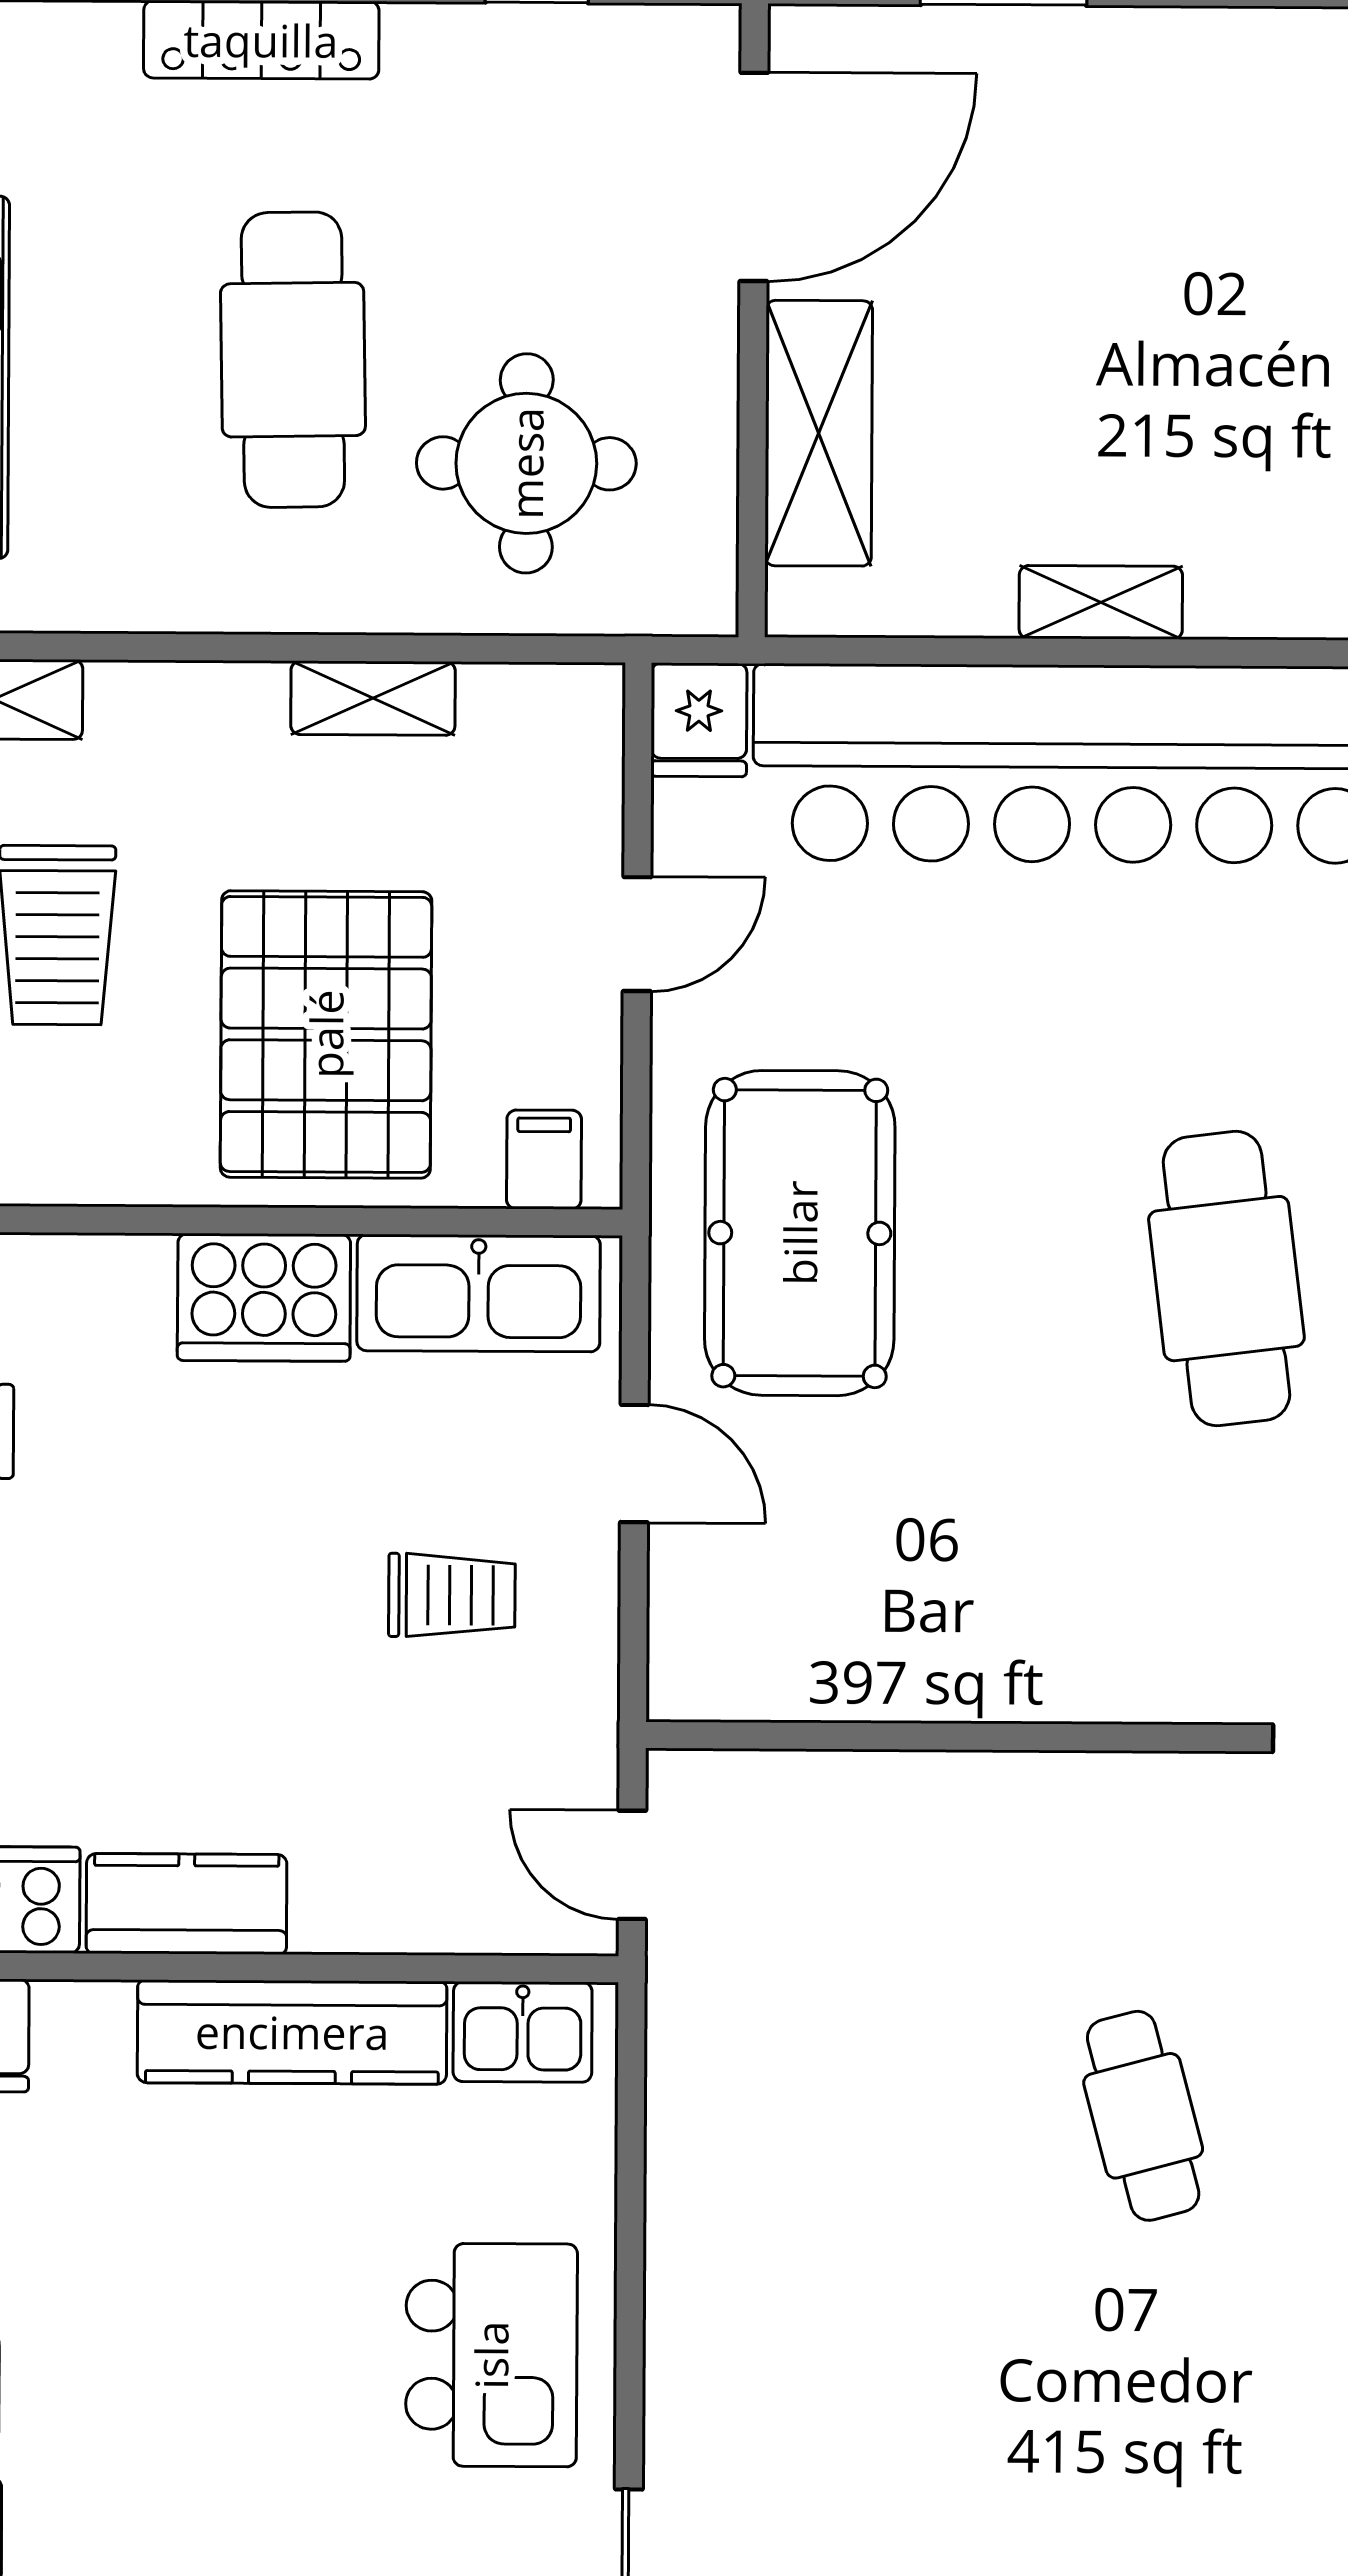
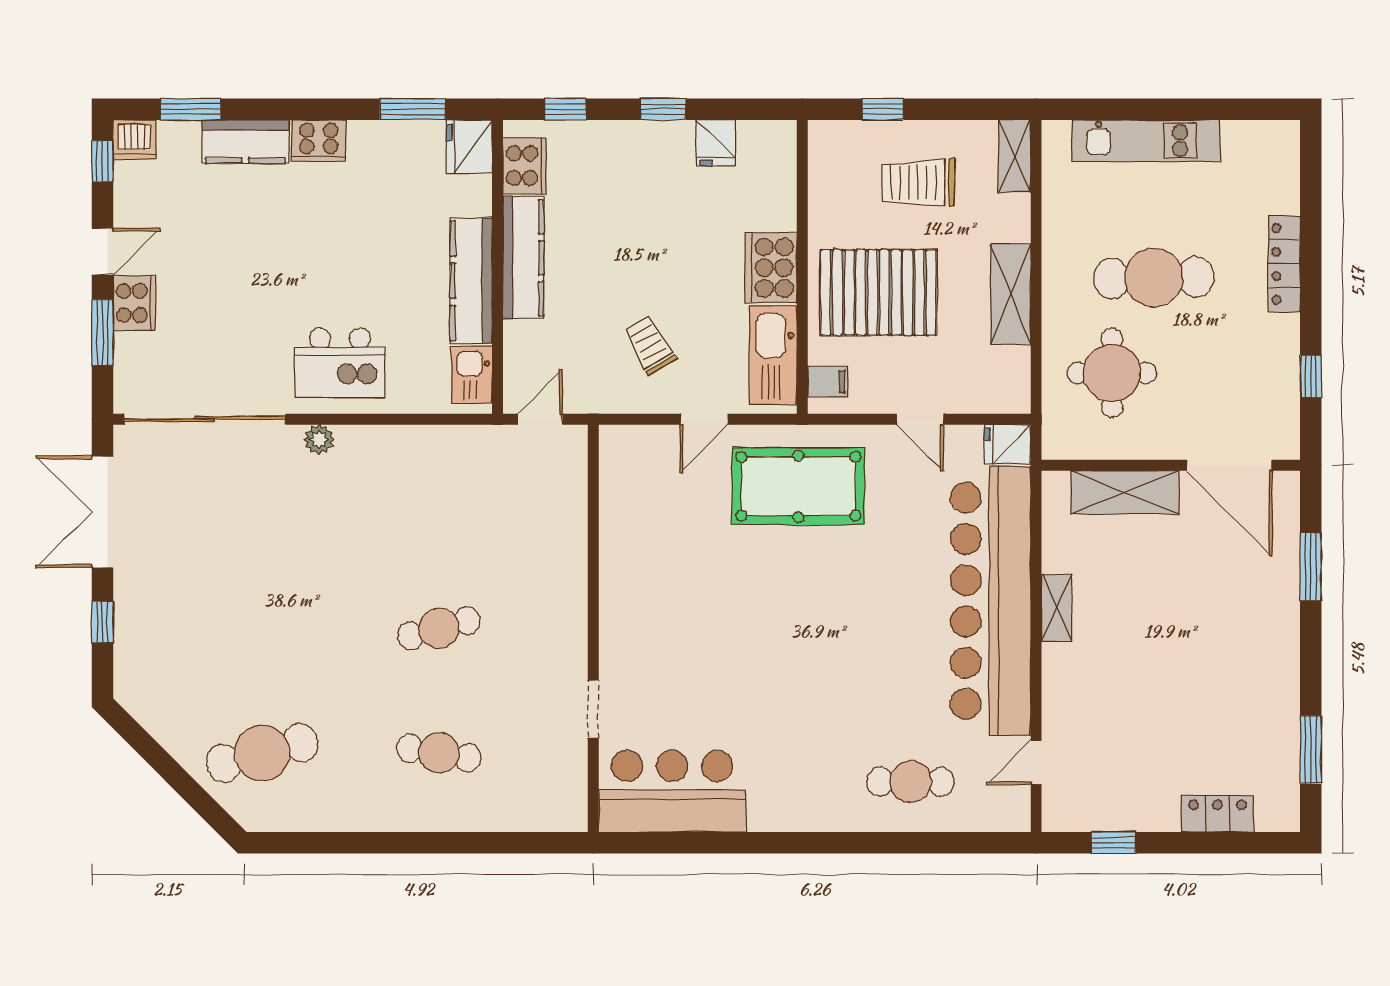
shelving: (373, 698) -> (1011, 294), width x1.50, depth x1.33
cafe table: (1226, 1279) -> (781, 660), removed
trolley: (452, 1595) -> (650, 345), turned 150
kitchen counter: (187, 1904) -> (523, 258), width x1.50
plant: (679, 2407) -> (319, 439), added

